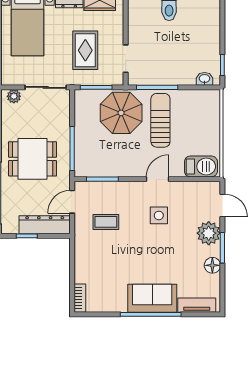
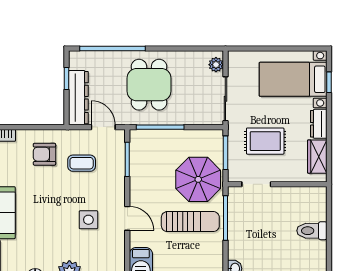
coffee table: (106, 222) -> (82, 163), turned 90
armchair: (98, 257) -> (44, 154), added

